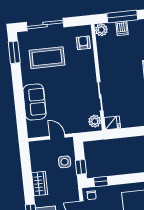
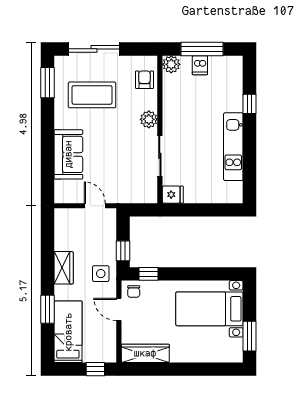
plant: (95, 121) -> (149, 119), moved
side table: (65, 162) -> (101, 274), moved

